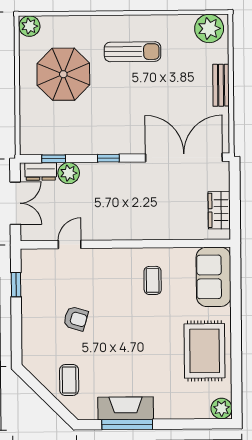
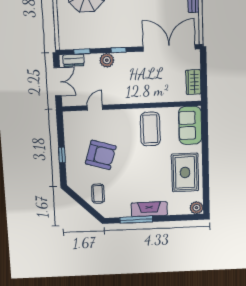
plant: (69, 173) -> (107, 60), moved
coffee table: (153, 280) -> (150, 129), width x1.86, depth x1.72
window: (16, 285) -> (62, 155), moved
armchair: (76, 319) -> (101, 155), width x1.88, depth x1.88
fireplace: (126, 408) -> (149, 209), moved

